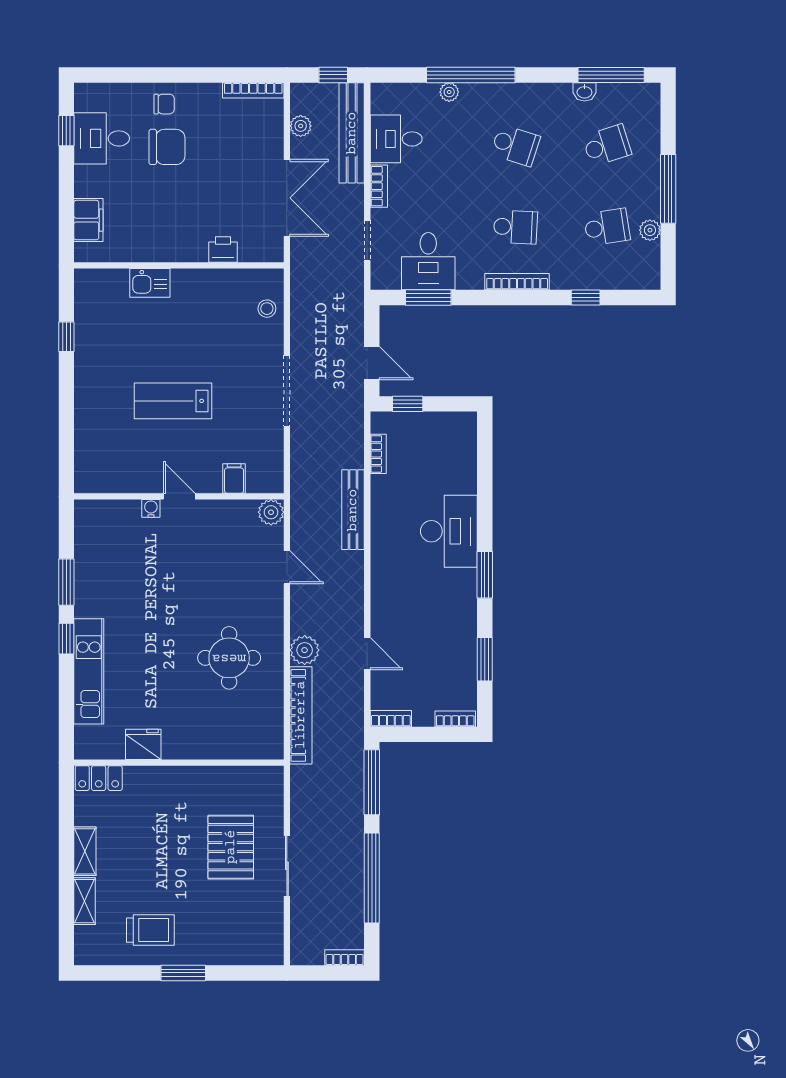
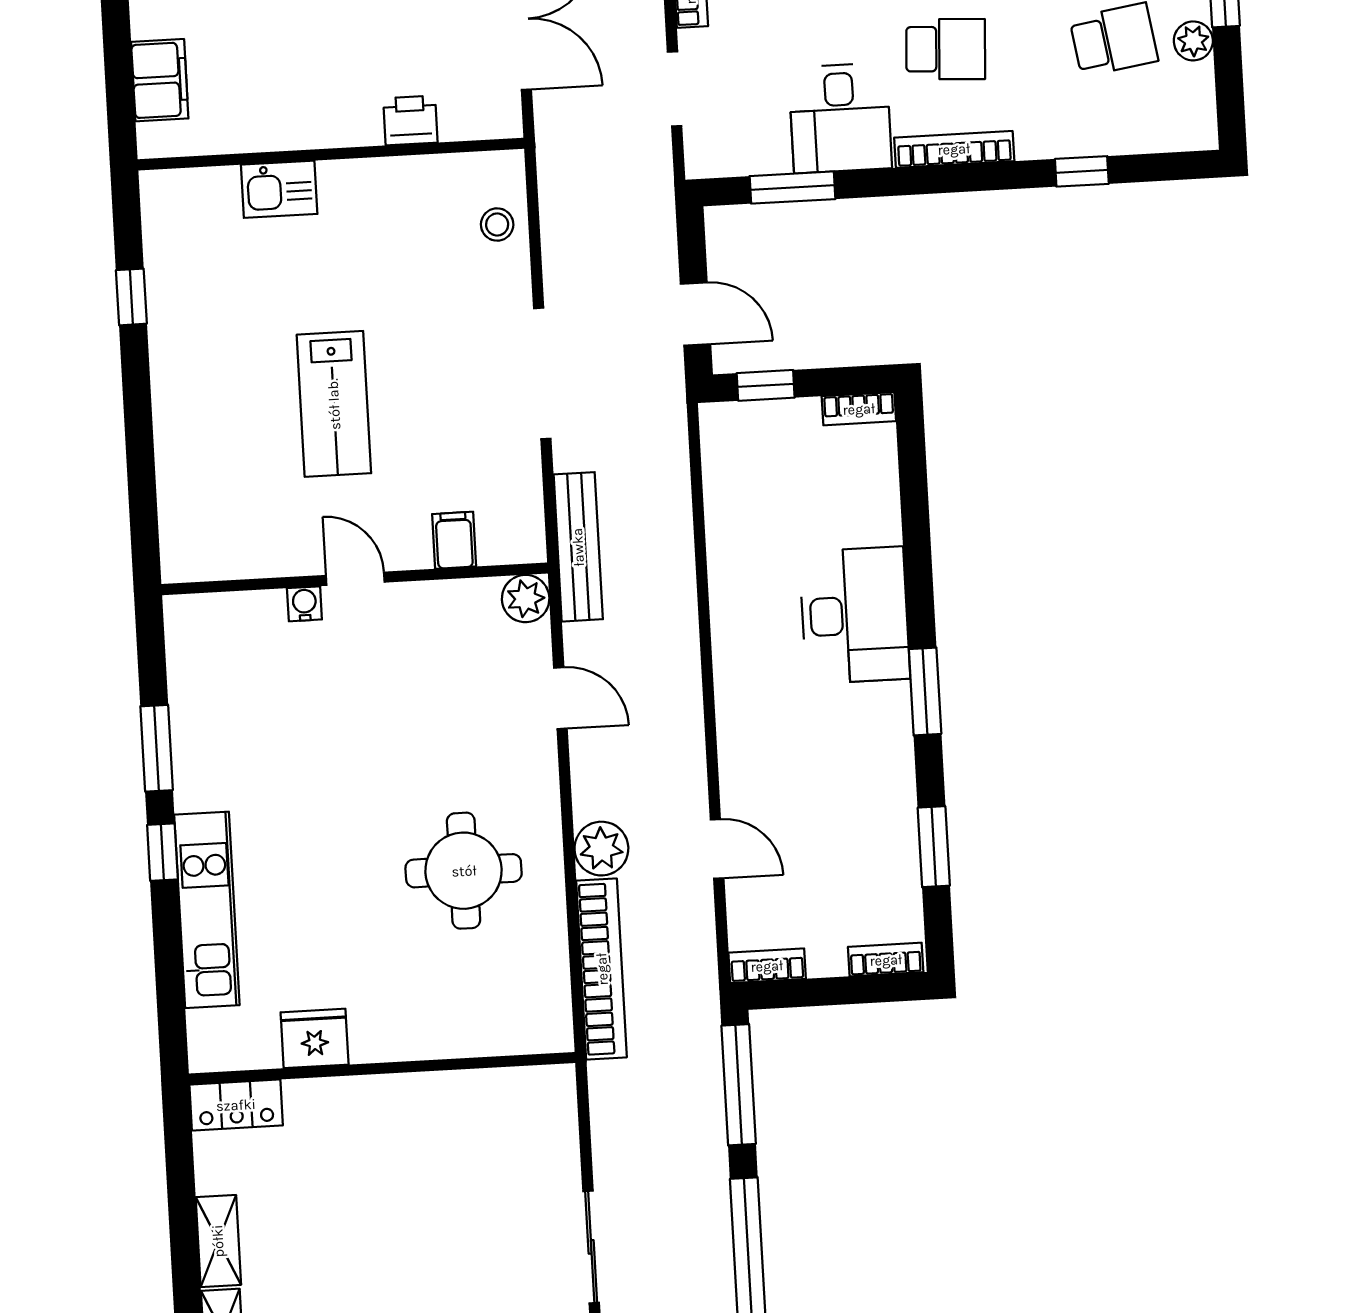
desk: (428, 261) -> (840, 118), moved
lab bench: (173, 401) -> (334, 404), turned -90
bookcase: (378, 454) -> (859, 409), moved, turned 90
bench: (353, 510) -> (578, 547), moved
pallet: (231, 847) -> (486, 1218), removed

